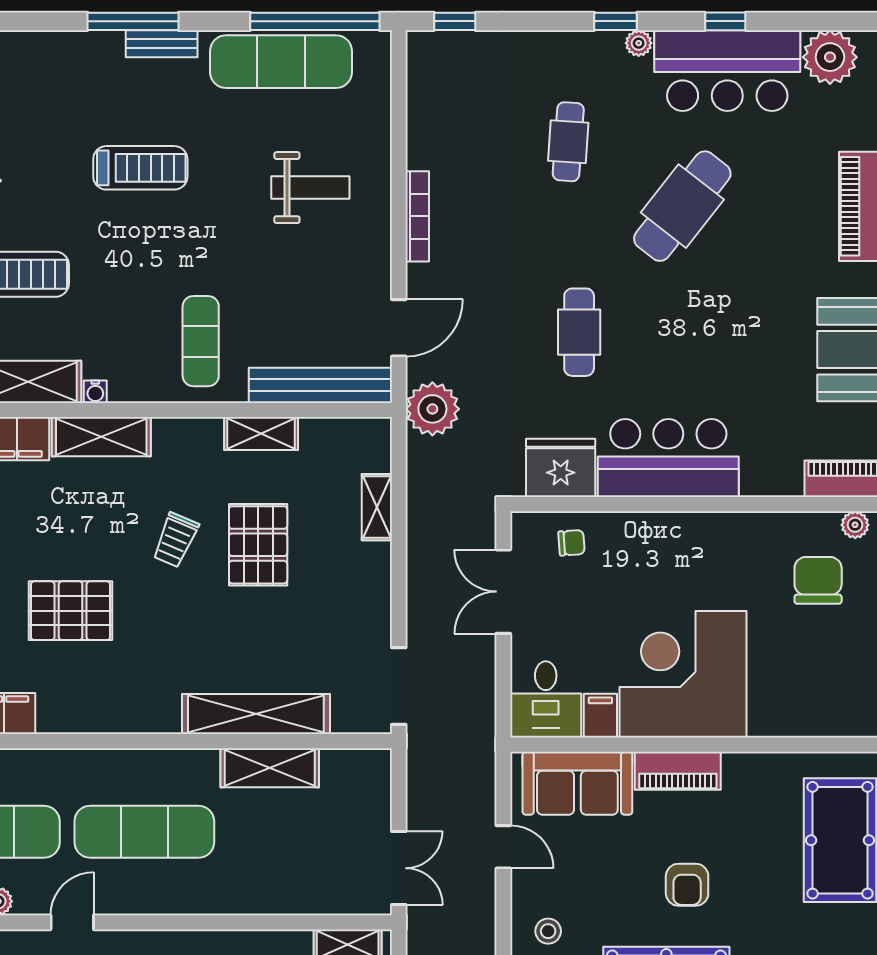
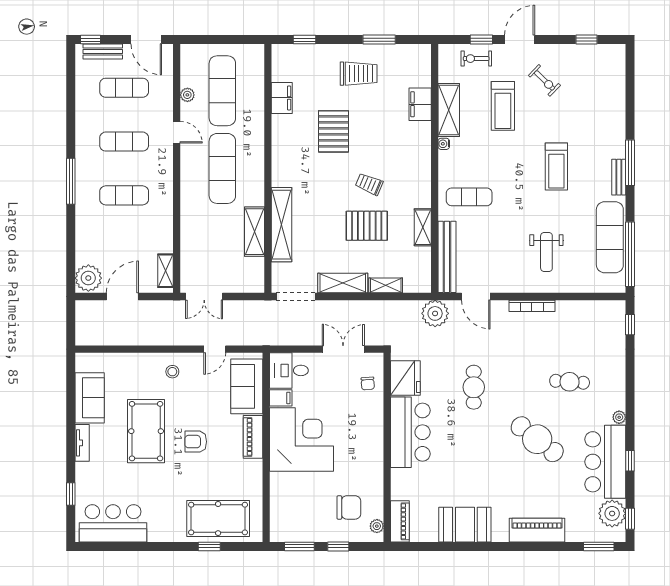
window: (616, 21) -> (630, 519), moved
cafe table: (579, 332) -> (474, 387), turned 90
shelving: (101, 437) -> (343, 283), moved, turned 90

